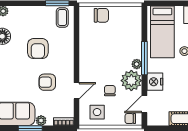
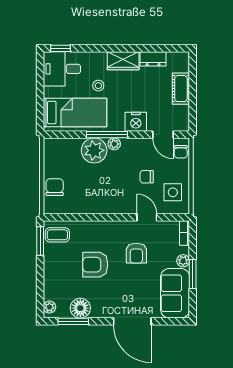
armchair: (38, 49) -> (95, 265), turned 180
plant: (131, 81) -> (94, 150), moved

